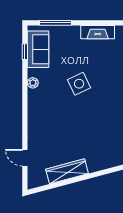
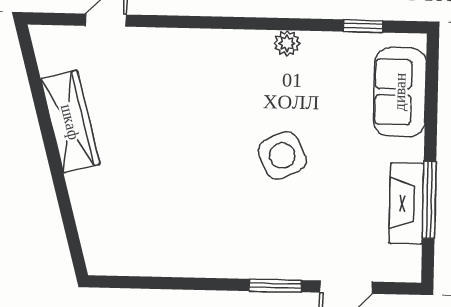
window: (55, 23) -> (429, 200), moved
sofa: (38, 49) -> (400, 92), moved, turned 90

